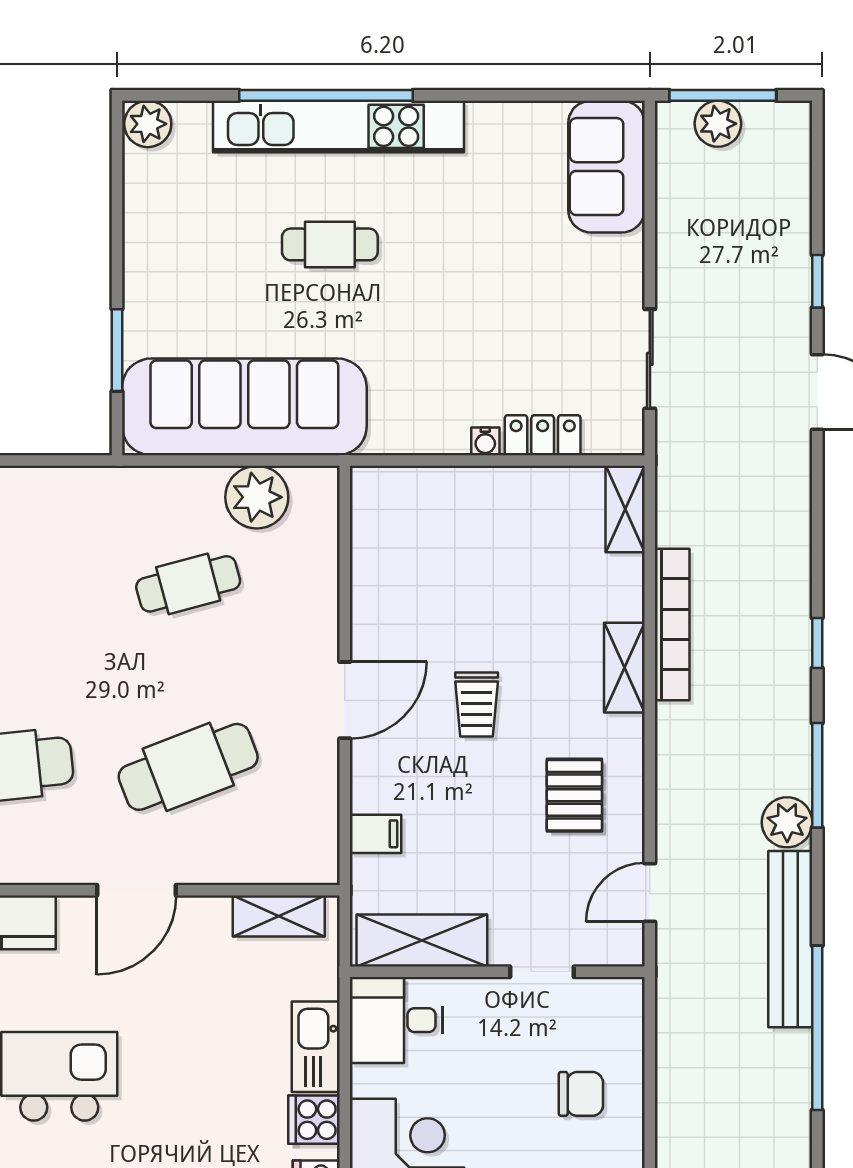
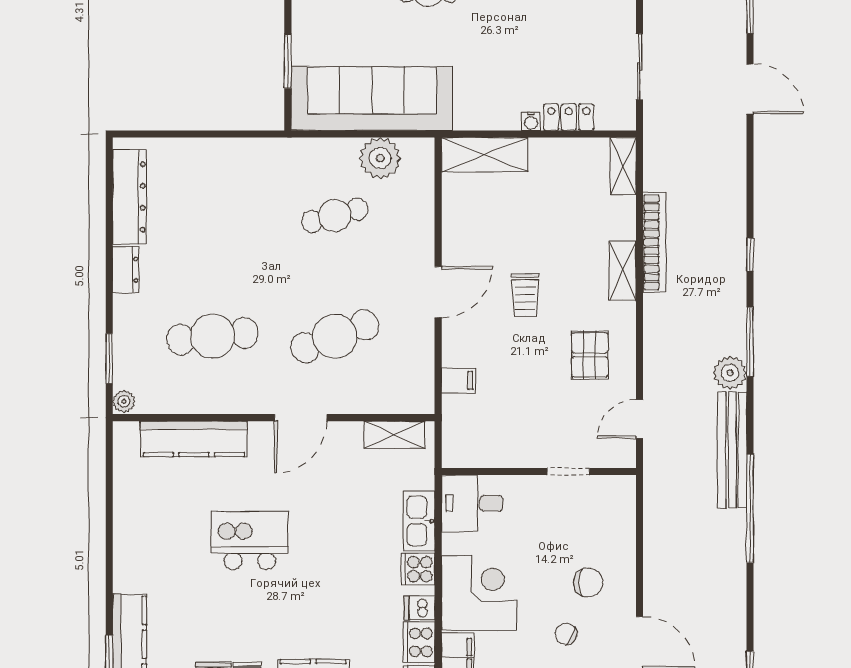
shelving: (422, 941) -> (485, 155), moved
chair: (581, 1094) -> (588, 582), moved

